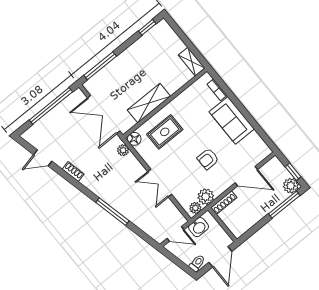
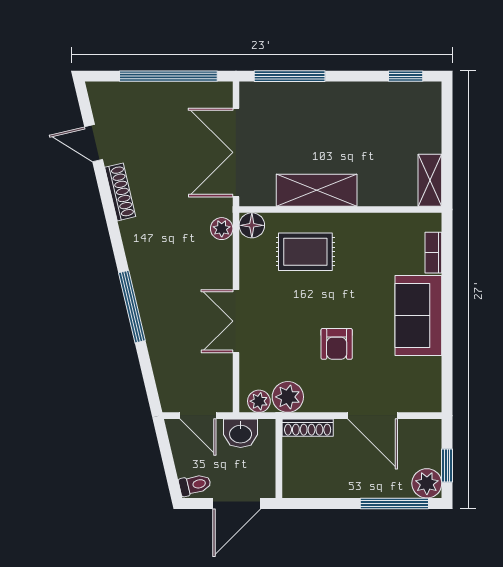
armchair: (208, 159) -> (337, 344), turned -90
shoe rack: (73, 172) -> (120, 192), width x1.43

